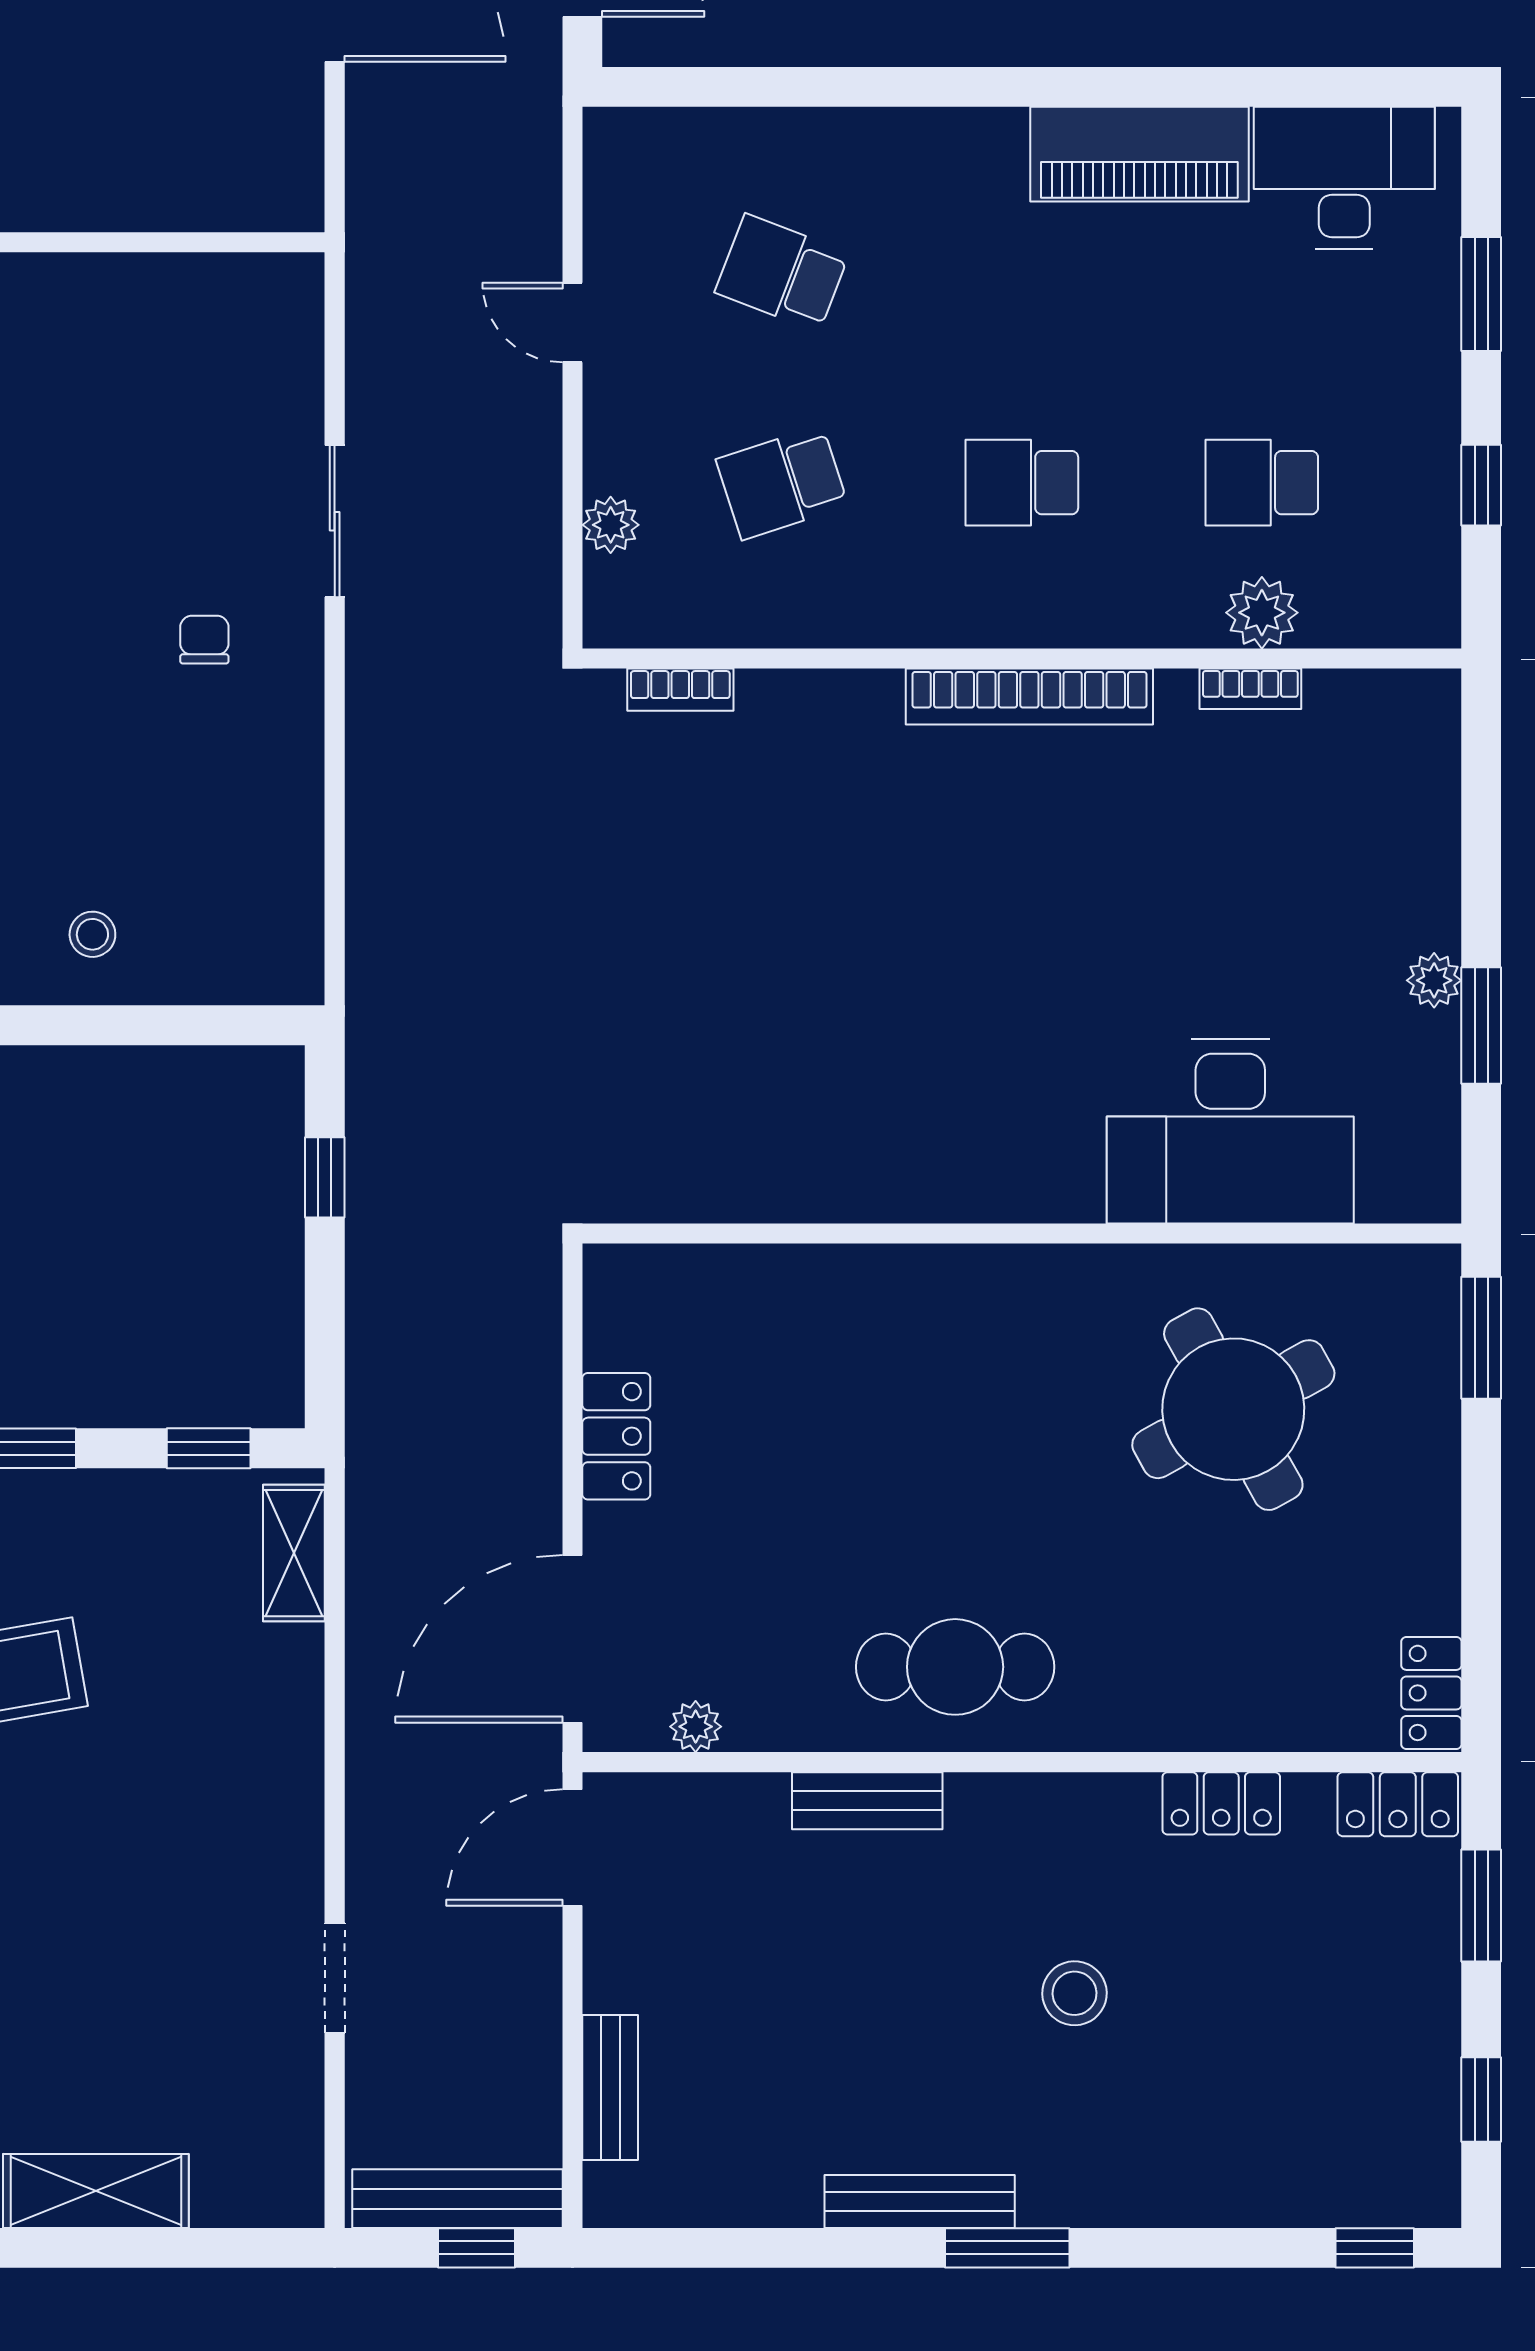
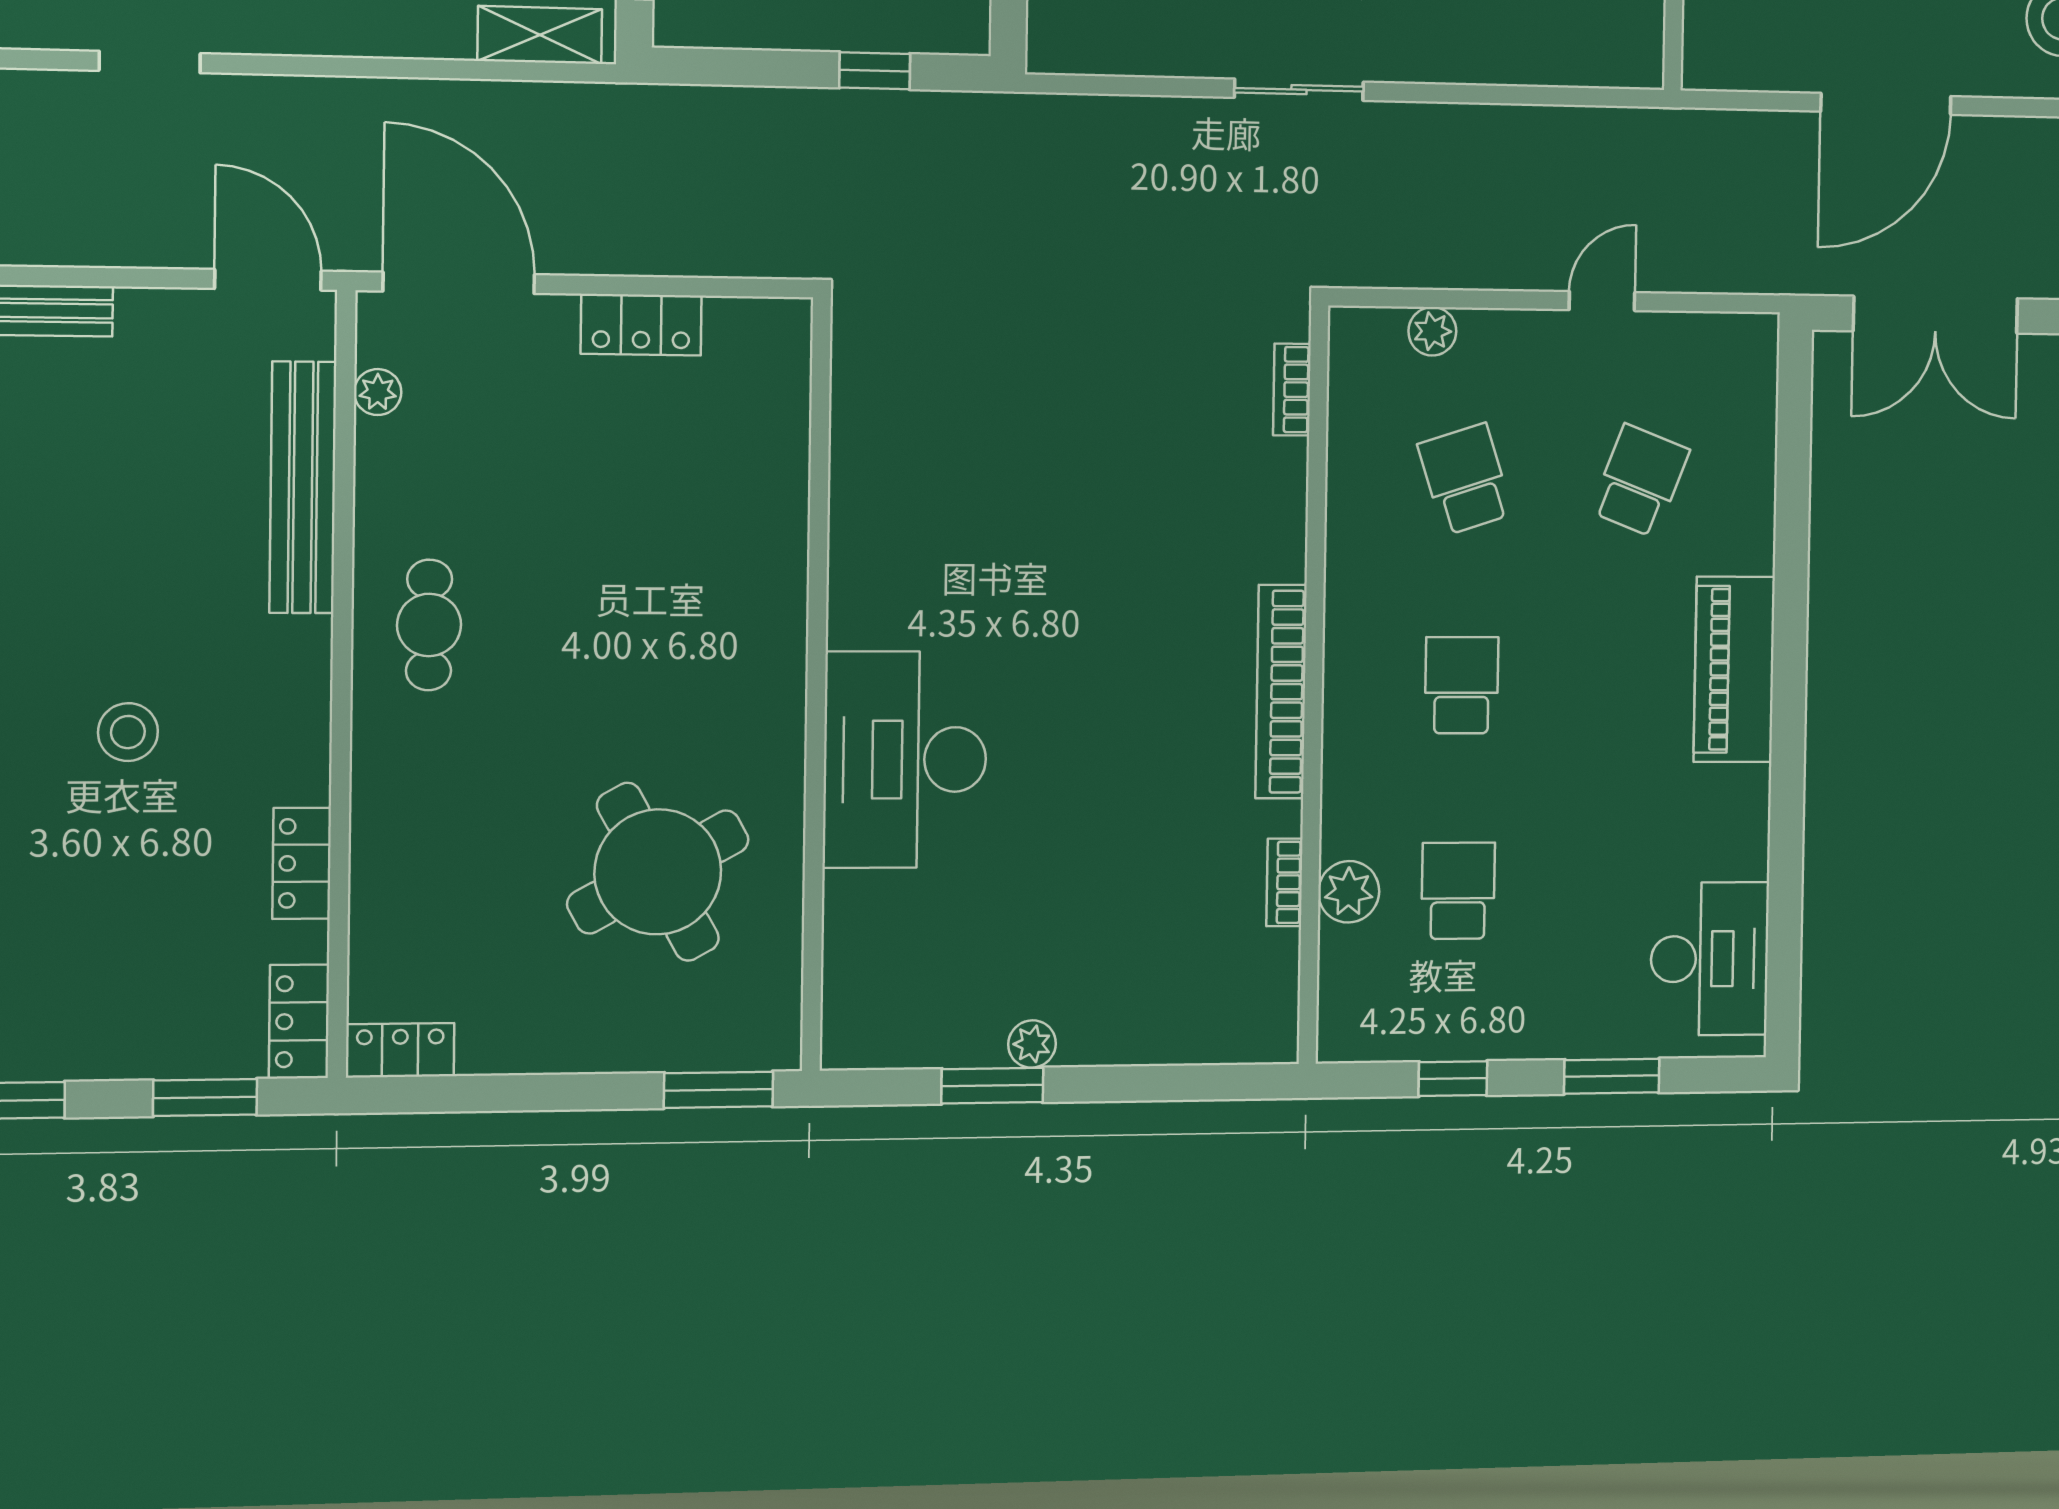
piano: (1139, 154) -> (1734, 669), moved
sliding door: (335, 521) -> (1299, 90), moved
desk: (1230, 1131) -> (905, 760), moved
cafe table: (955, 1667) -> (429, 625), width x0.73, depth x0.74
bench: (867, 1801) -> (303, 487), width x1.86, depth x1.21

